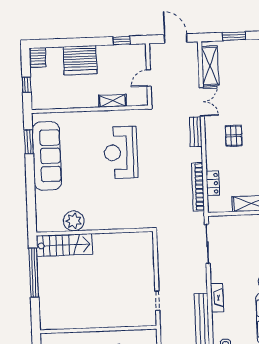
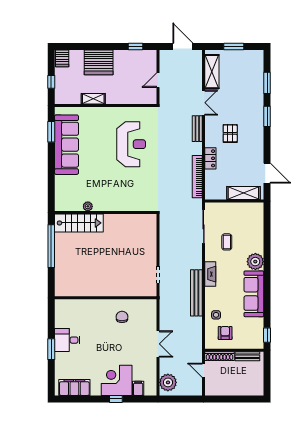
shelving: (113, 101) -> (93, 99), moved
reception desk: (121, 152) -> (131, 144), turned 180
locker: (213, 183) -> (210, 158), moved
plant: (74, 221) -> (88, 206), width x0.53, depth x0.53
coffee table: (235, 260) -> (227, 242), added

